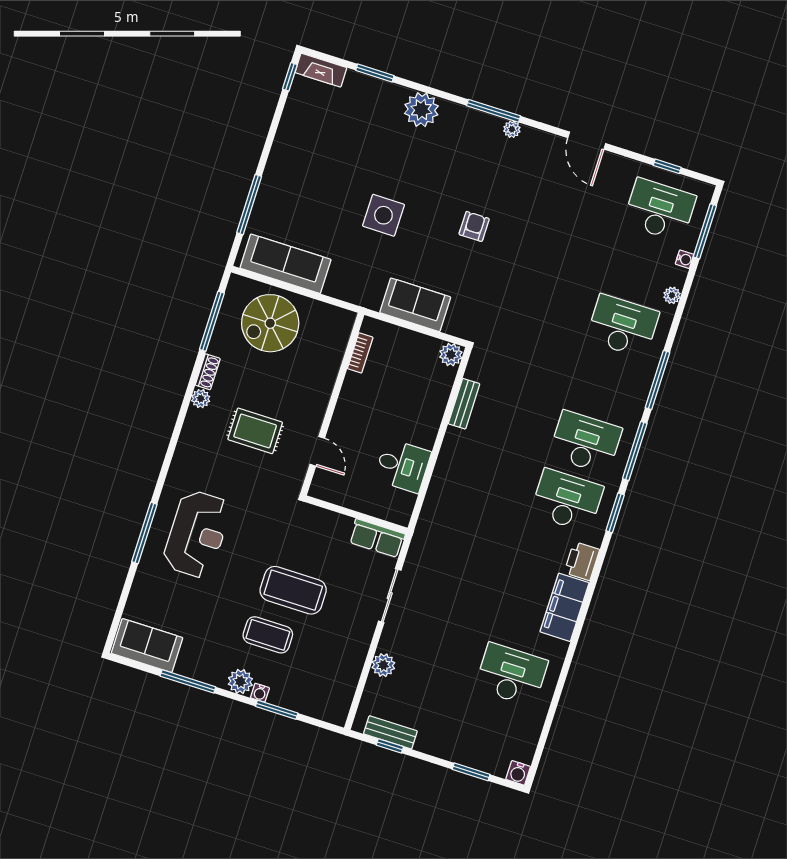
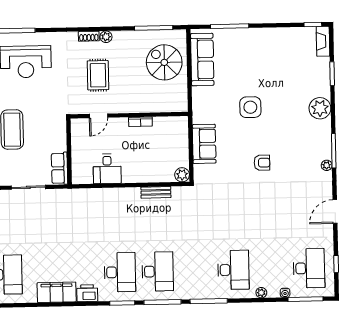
bookcase: (360, 353) -> (140, 122), moved
shoe rack: (208, 372) -> (89, 36), moved

